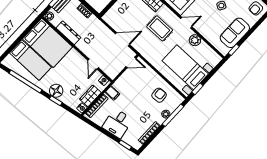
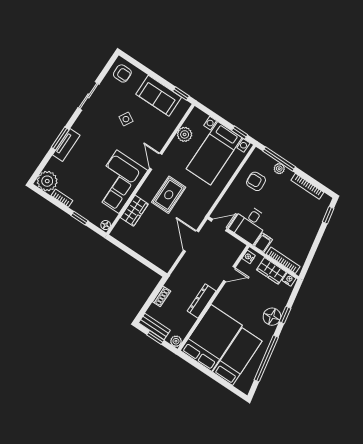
dresser: (68, 33) -> (202, 301), moved
plant: (195, 40) -> (185, 134), moved
door: (131, 62) -> (219, 225), hinge flipped
desk: (117, 123) -> (249, 224), moved, turned 100

